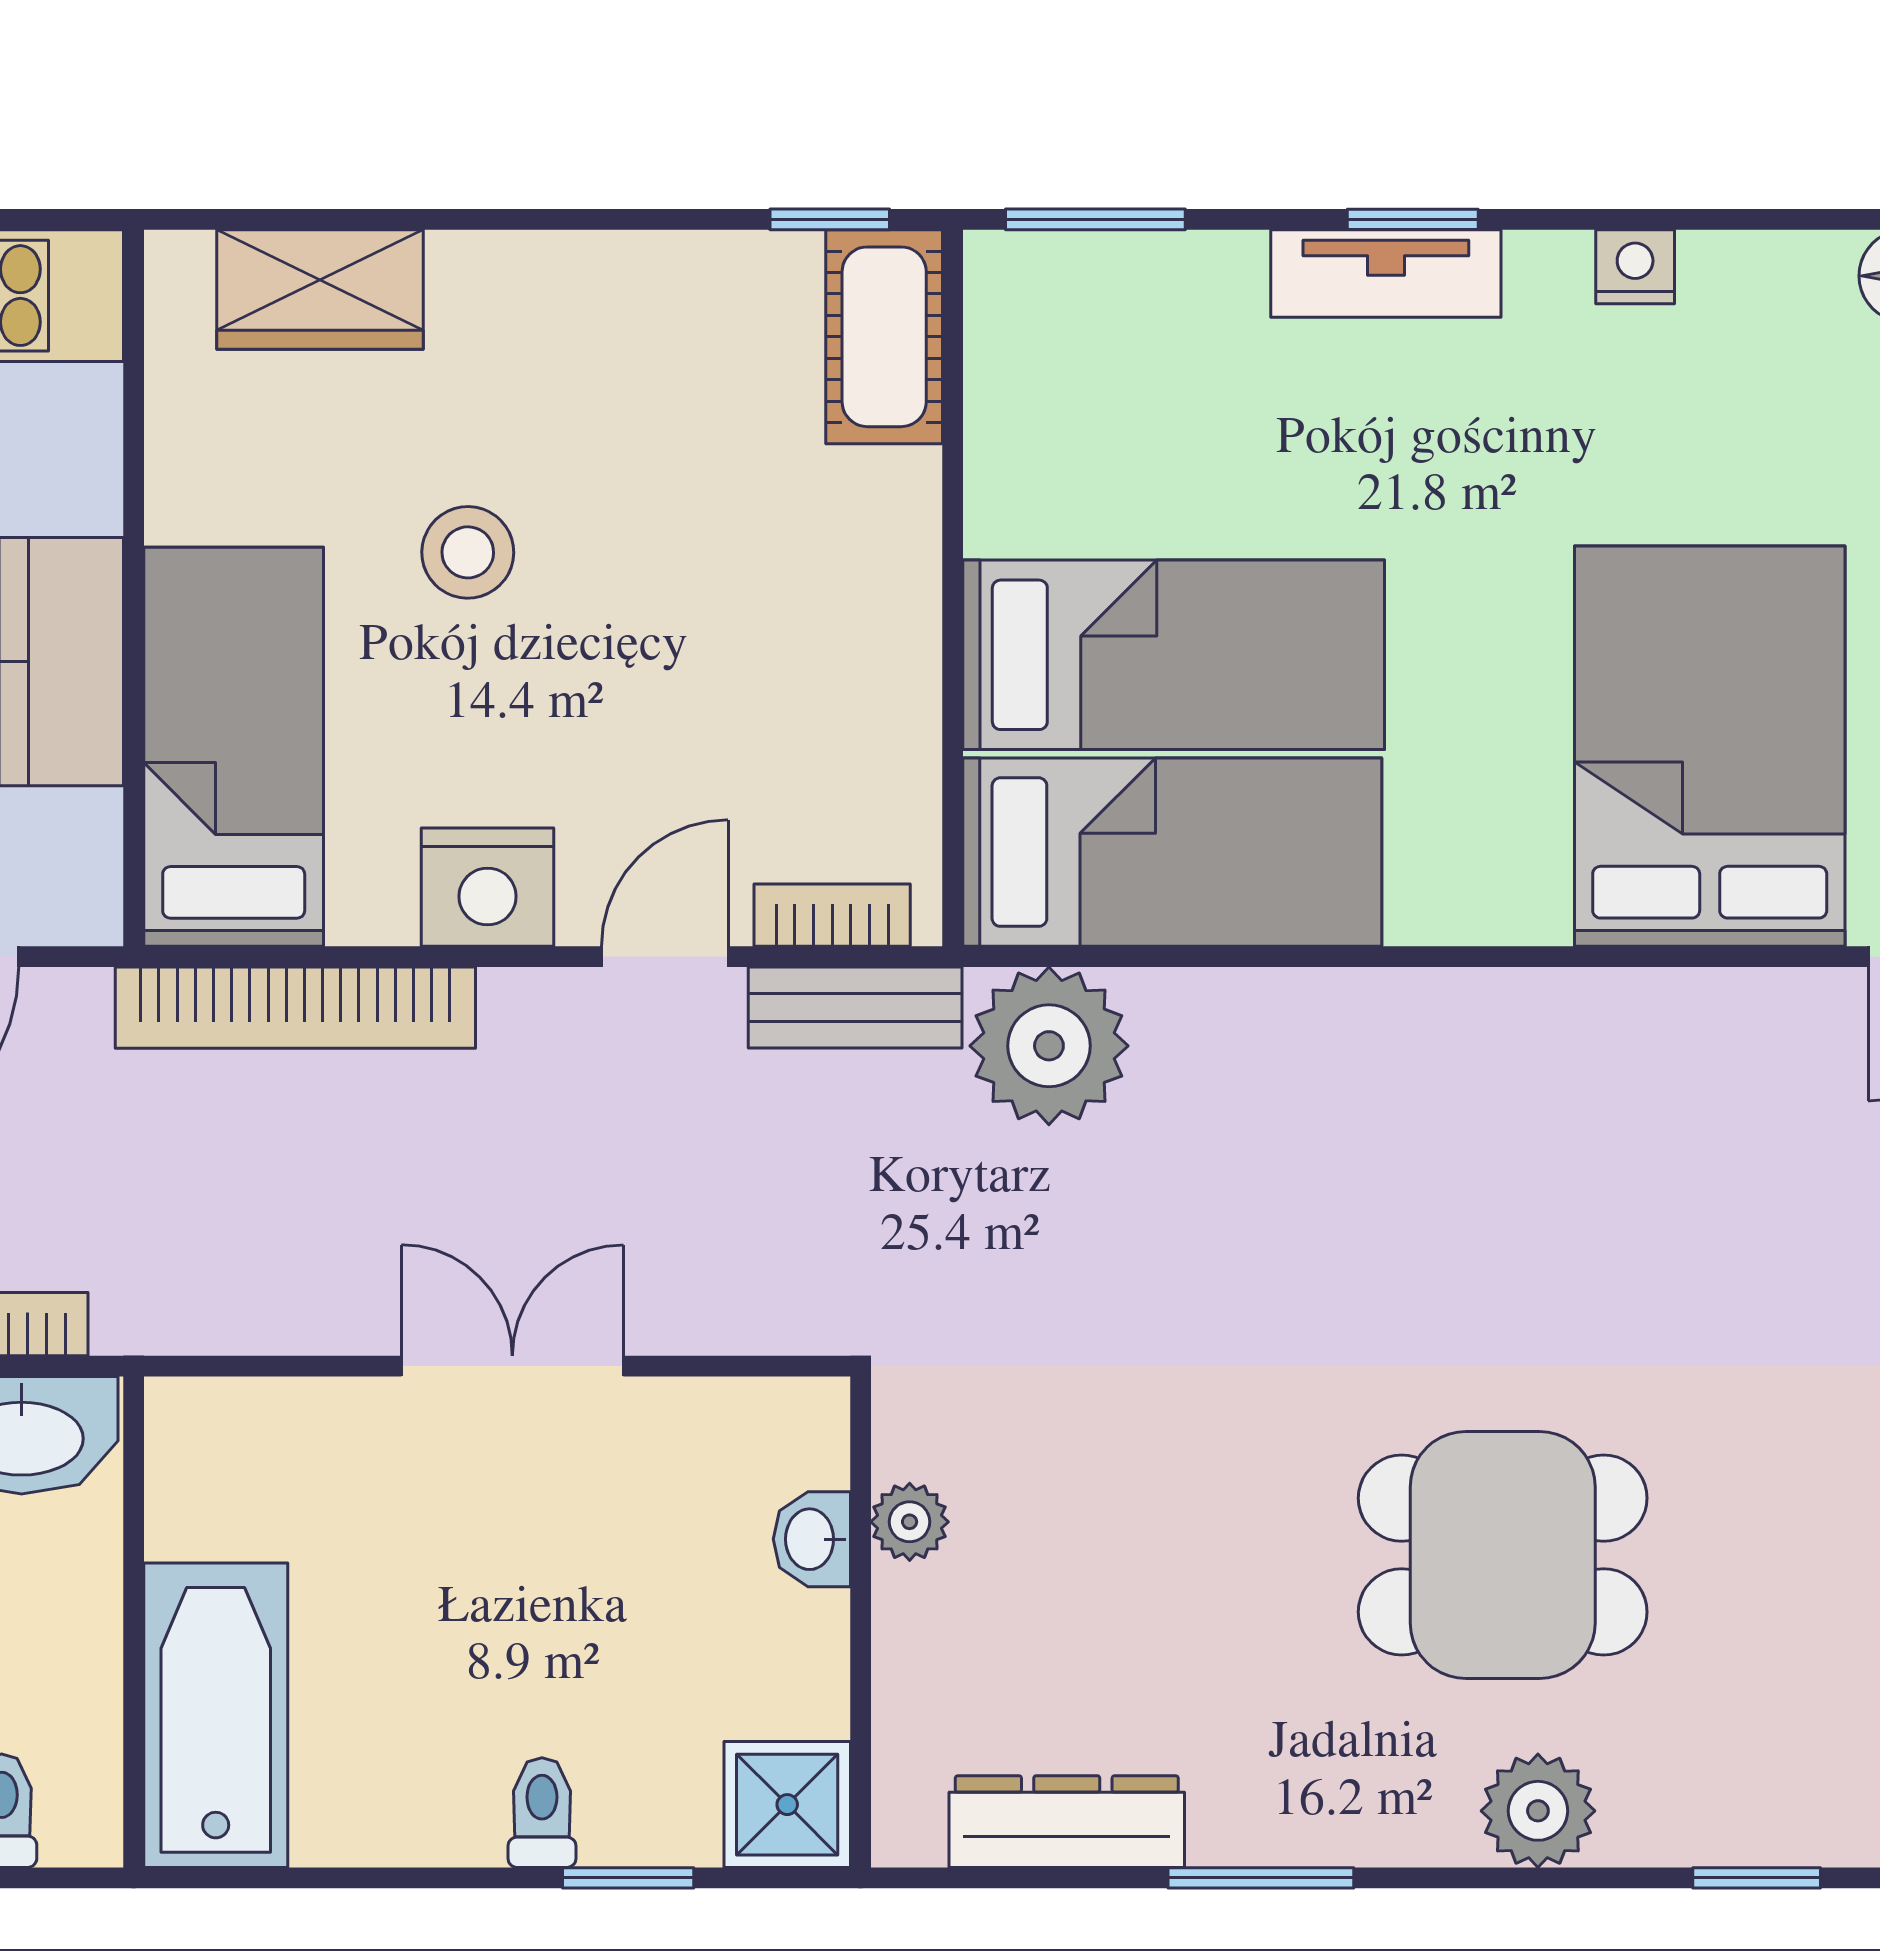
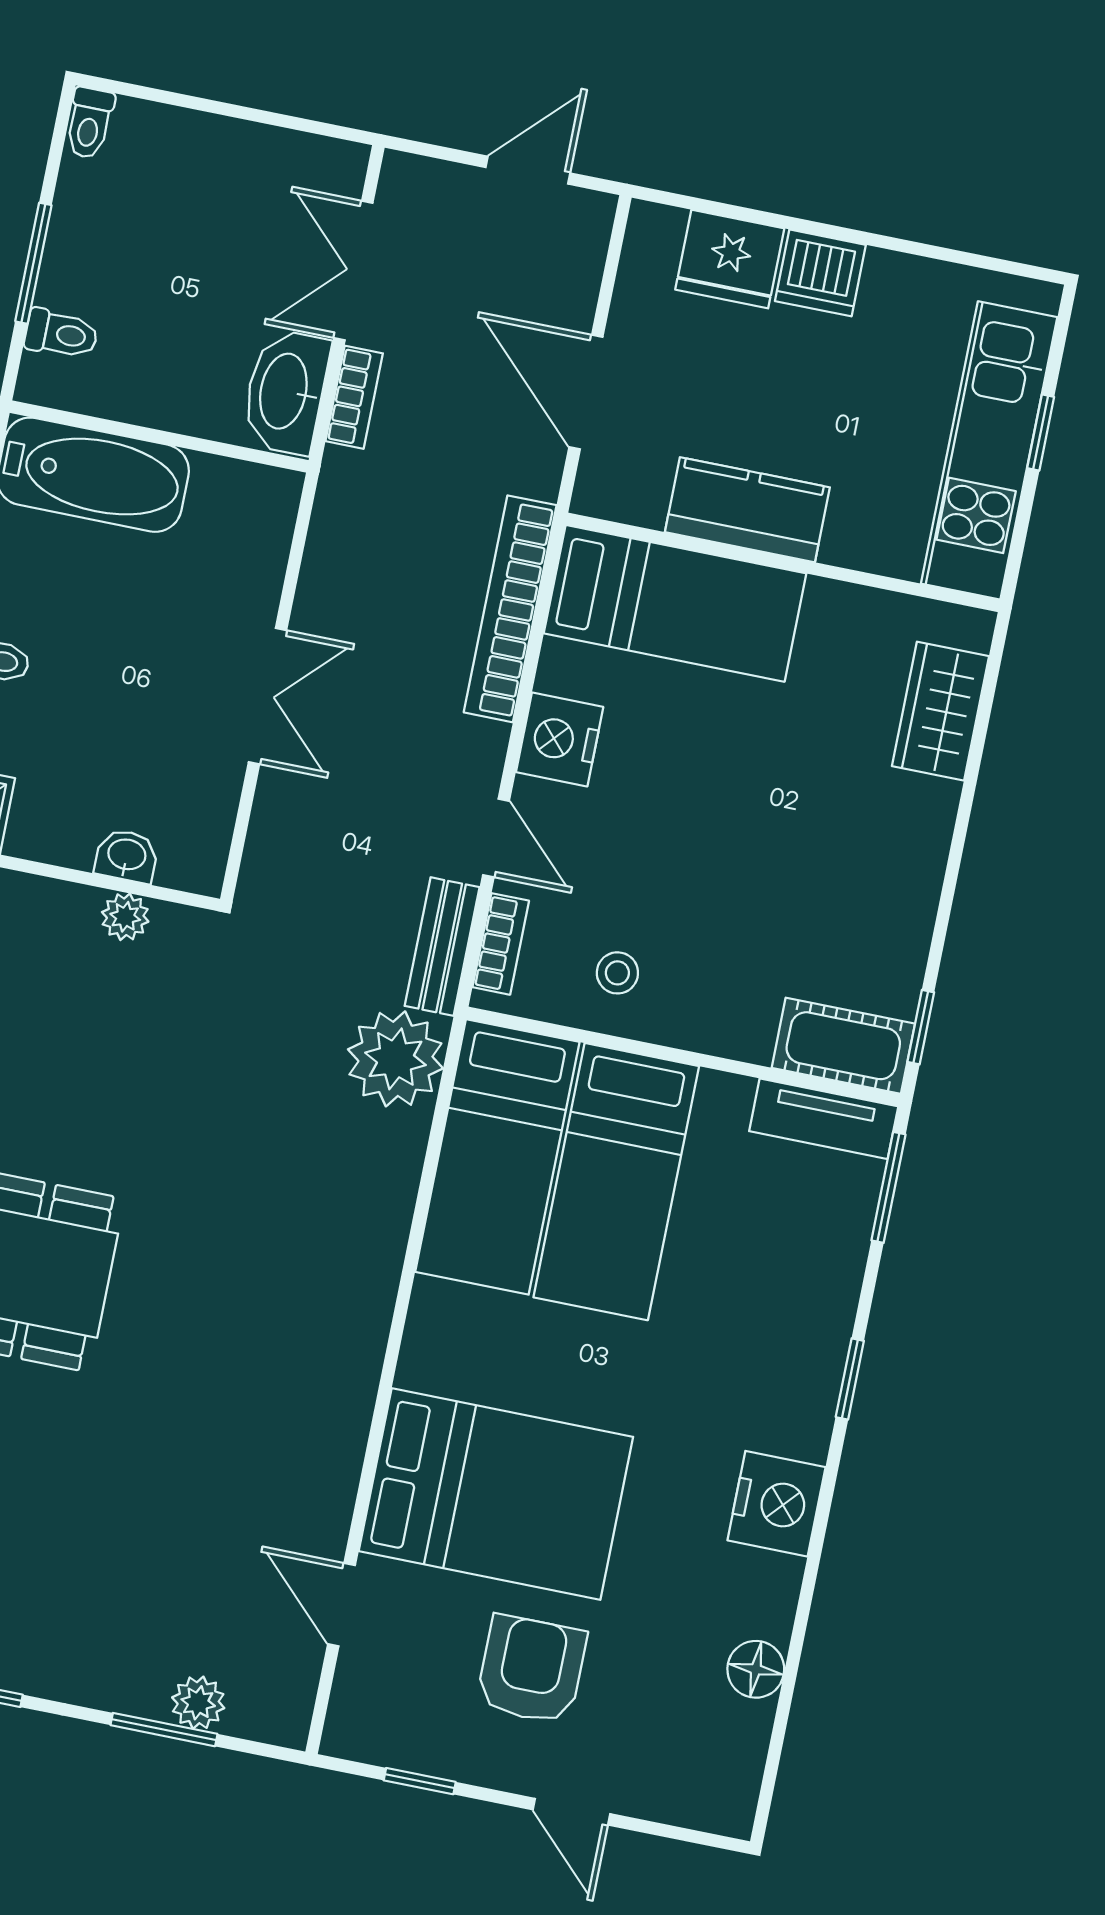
nightstand: (1635, 267) -> (776, 1504), width x1.89, depth x1.79
tv unit: (1386, 274) -> (824, 1119), moved, turned -90
stool: (468, 552) -> (617, 973), moved, width x0.73, depth x0.73

